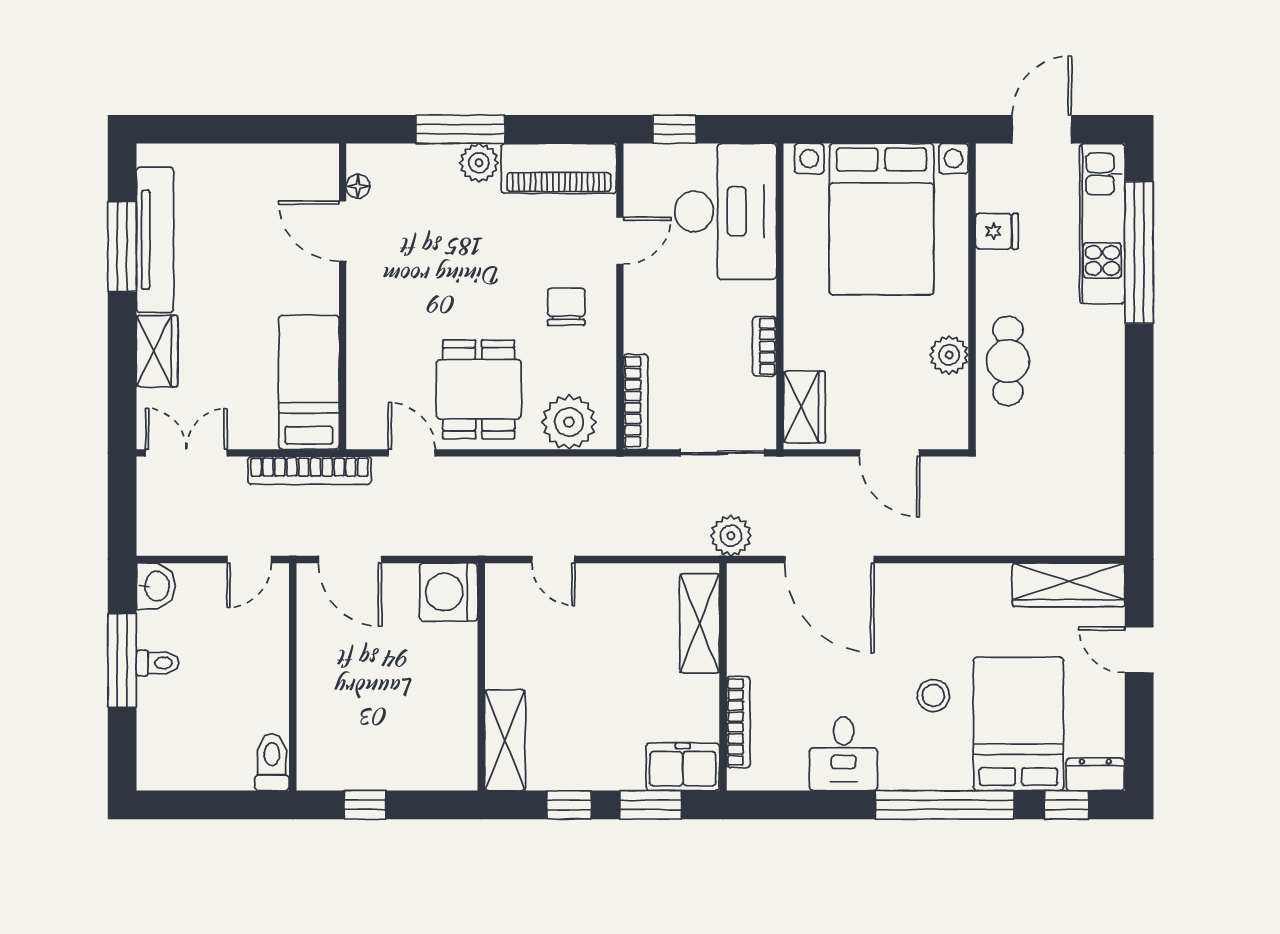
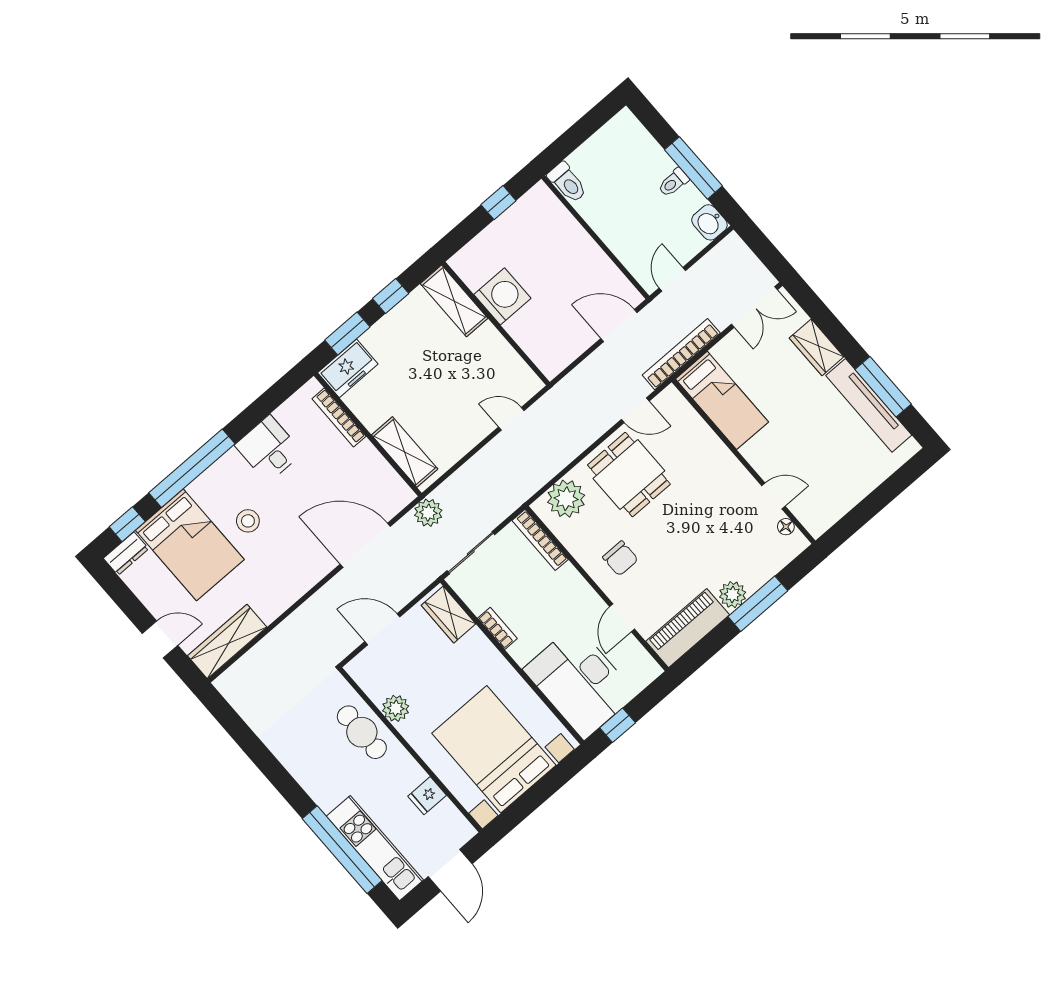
window: (674, 129) -> (618, 725), moved
door: (343, 231) -> (773, 496), width x0.73
washing machine: (449, 592) -> (502, 296), moved

